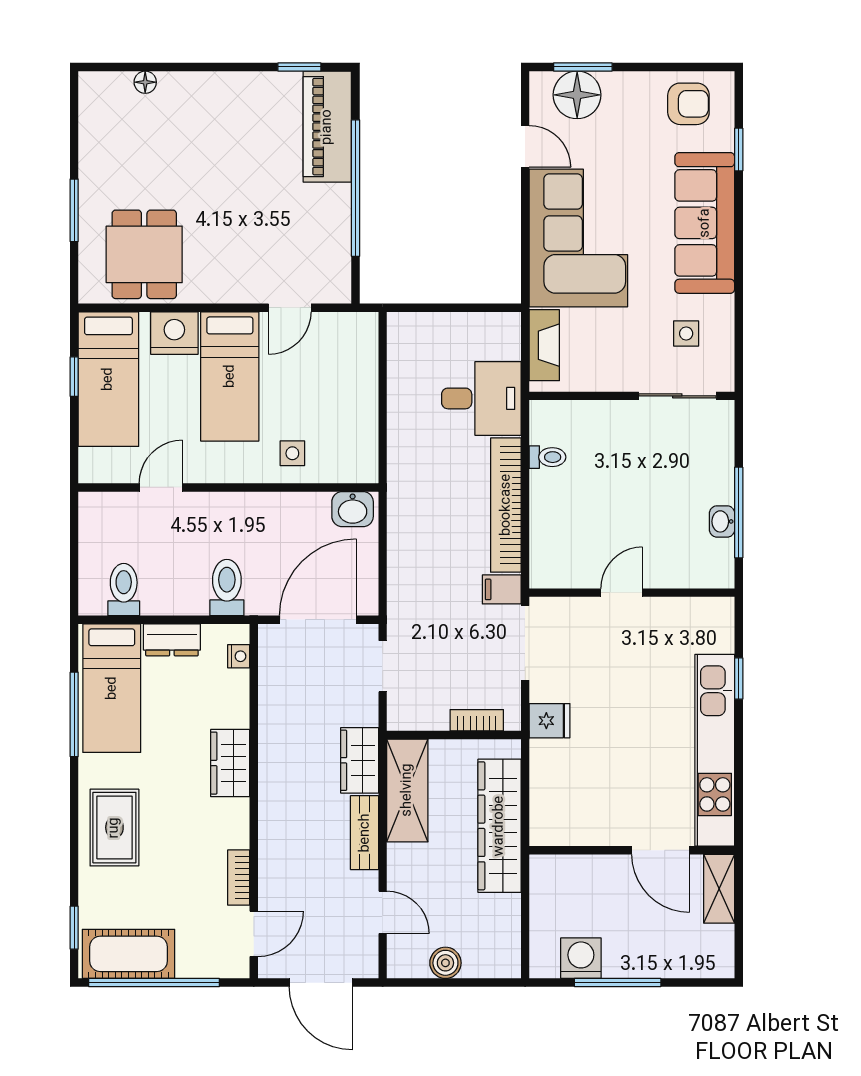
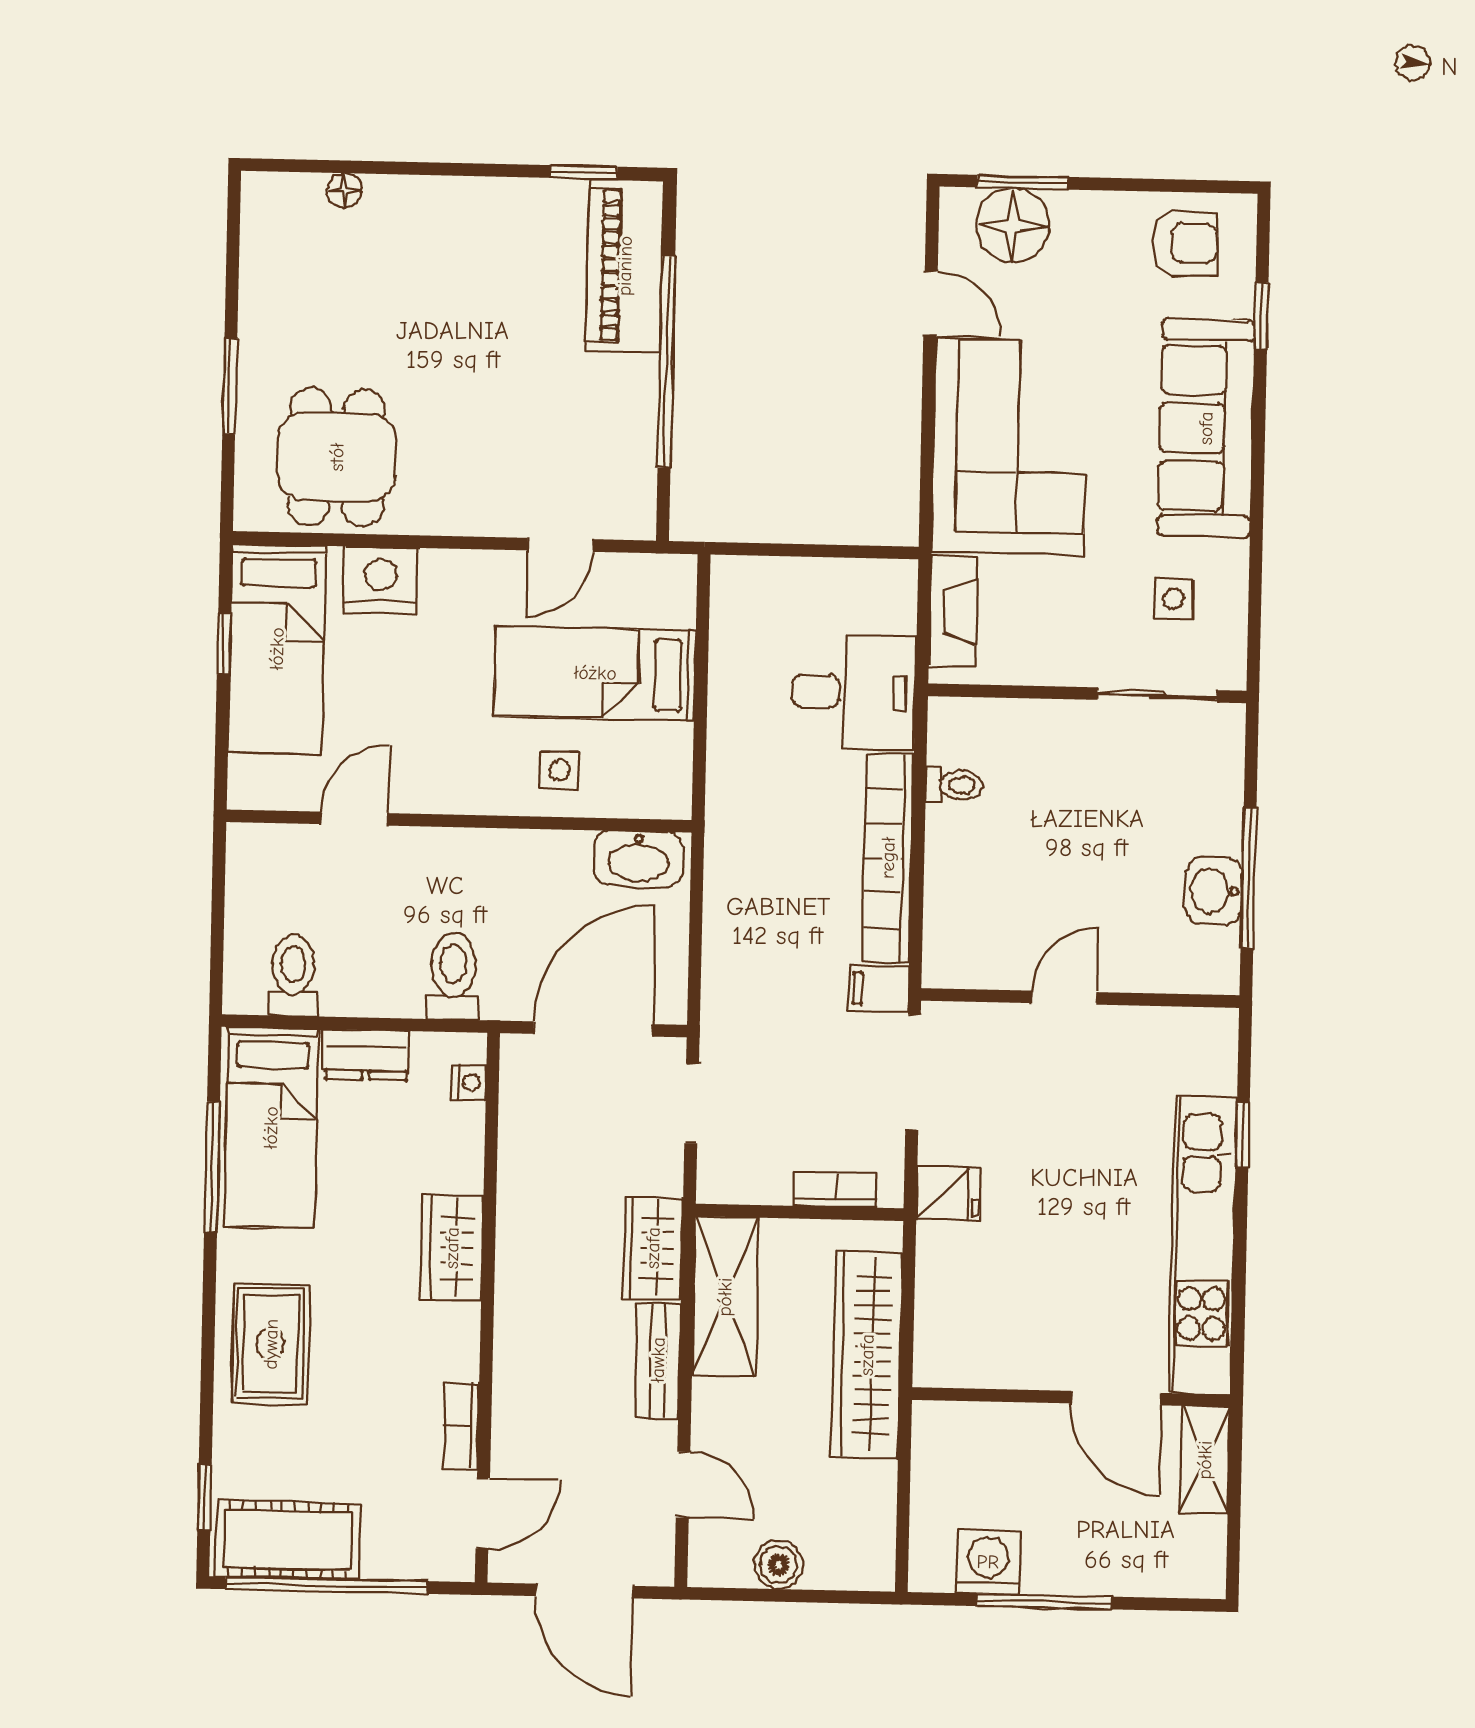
bed: (230, 376) -> (595, 673), moved, turned 90
washbasin: (353, 509) -> (638, 859), width x1.38
washbasin: (722, 521) -> (1214, 891), width x1.38, depth x1.45

